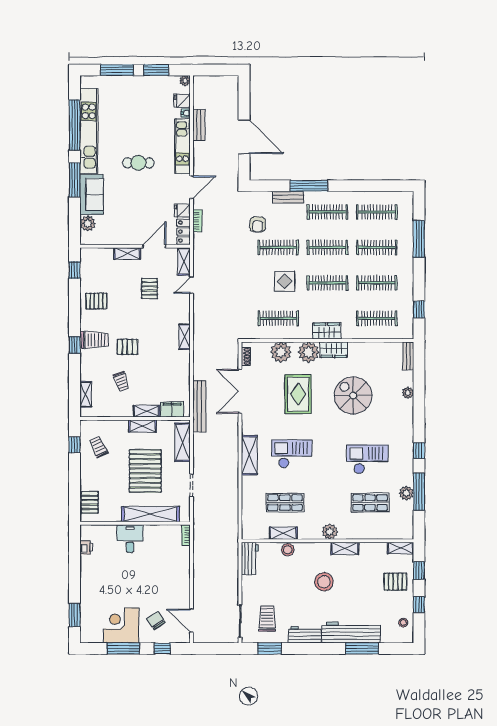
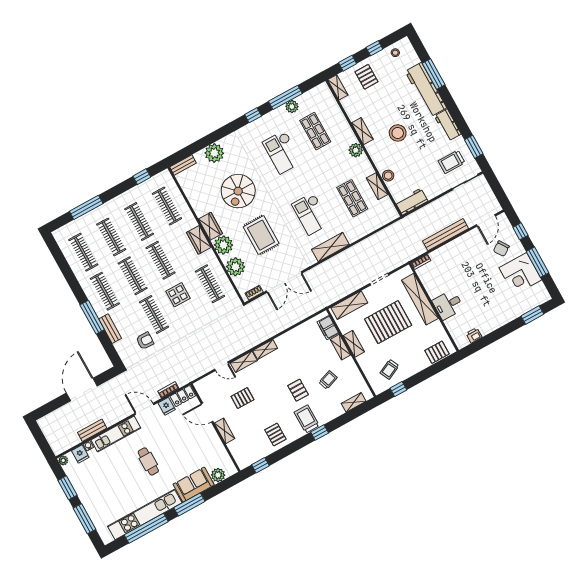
shelving: (184, 261) -> (244, 362), moved
plant: (408, 393) -> (214, 153), width x1.87, depth x1.87
rug: (298, 394) -> (261, 235), turned 90
bench: (199, 406) -> (446, 235), moved

